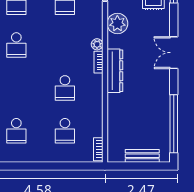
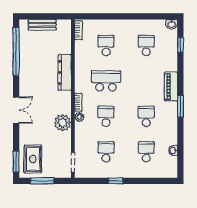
plant: (117, 23) -> (63, 123), moved
school desk: (65, 45) -> (106, 116), added
dresser: (115, 71) -> (65, 72), moved
school desk: (65, 88) -> (106, 81), width x1.85

